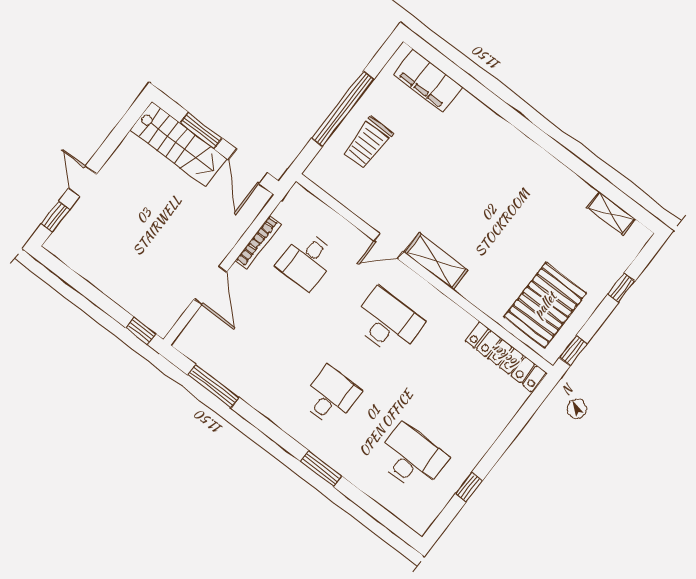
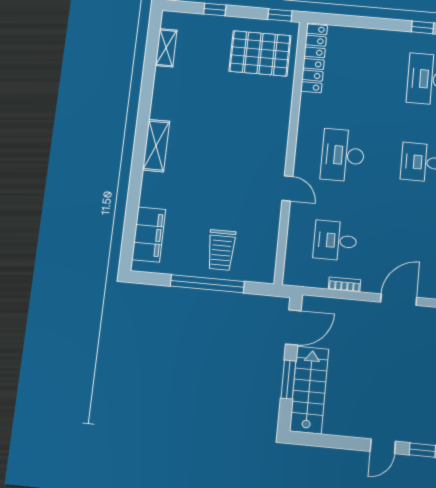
trolley: (368, 143) -> (221, 250), turned 90
bookcase: (258, 242) -> (344, 284), width x0.64
desk: (307, 260) -> (335, 241), turned 180
shelving: (436, 261) -> (156, 146), moved

